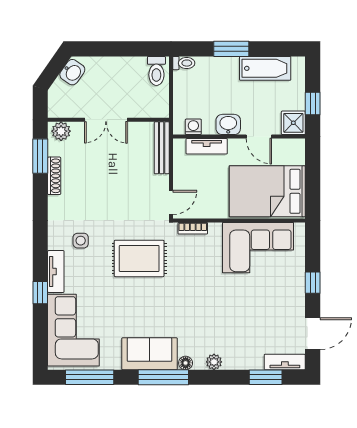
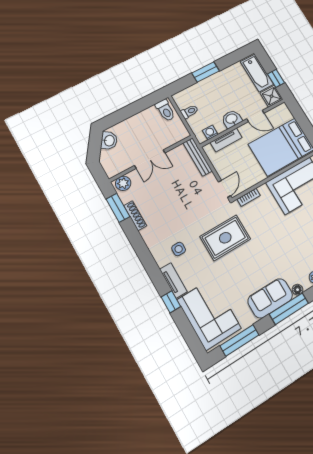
toilet: (184, 63) -> (190, 112), moved
bathtub: (265, 68) -> (257, 73), moved, turned 90

